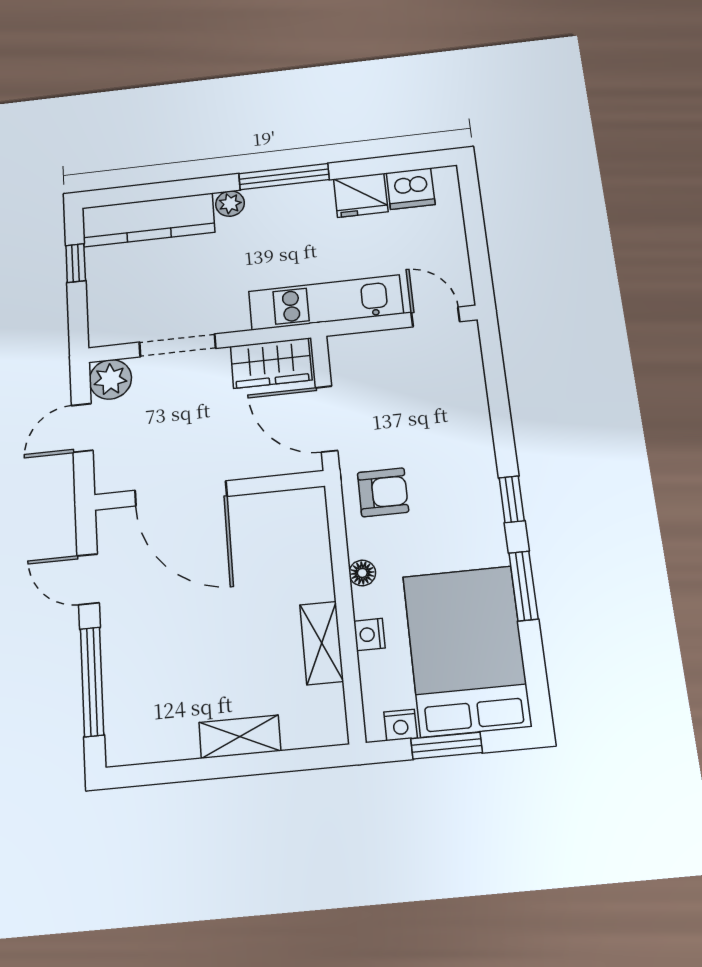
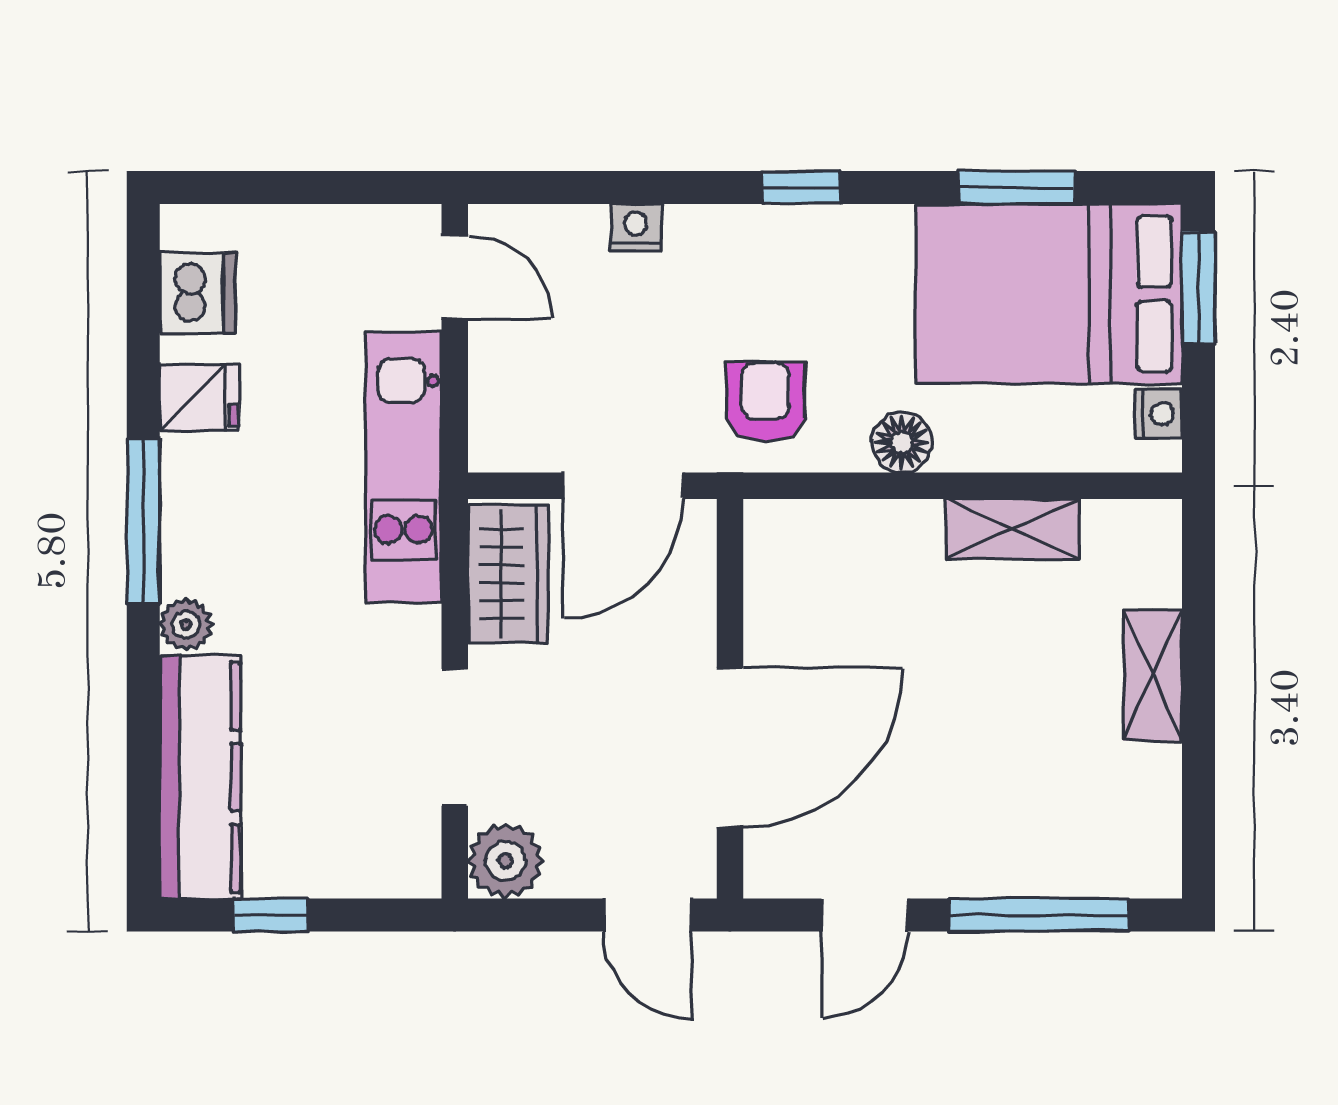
fridge: (361, 195) -> (199, 398), width x0.72
door: (436, 317) -> (455, 277), swing flipped
door: (82, 428) -> (647, 915), moved
floor lamp: (362, 573) -> (902, 442), width x1.37, depth x1.37
window: (523, 586) -> (1016, 187), moved
nightstand: (369, 634) -> (636, 227), moved, turned 180
window: (447, 746) -> (1198, 287), moved

